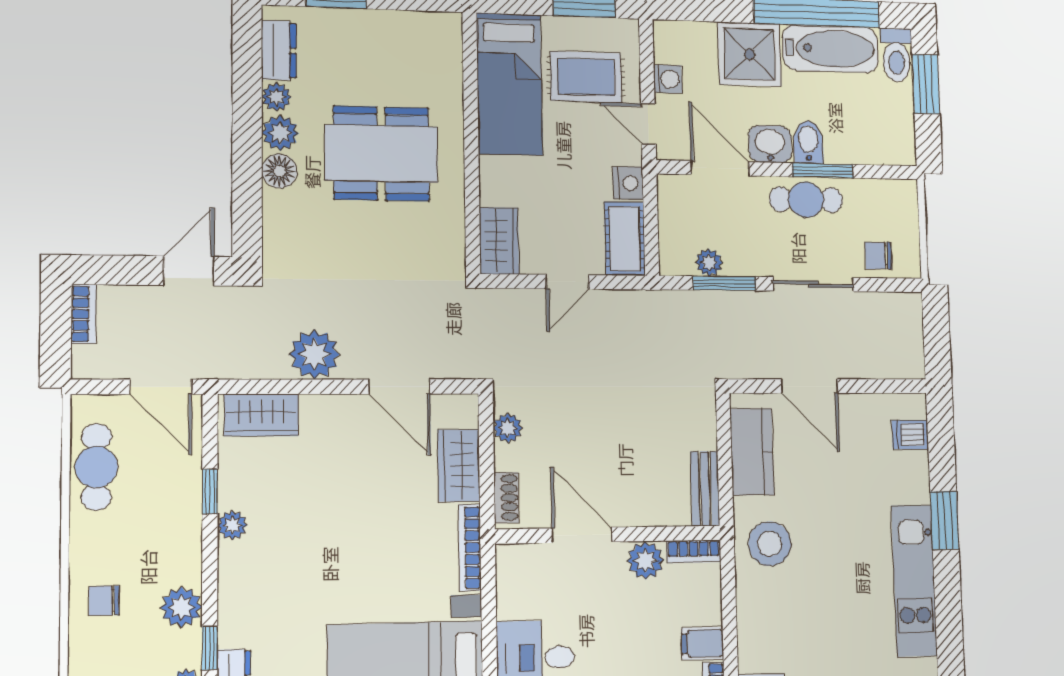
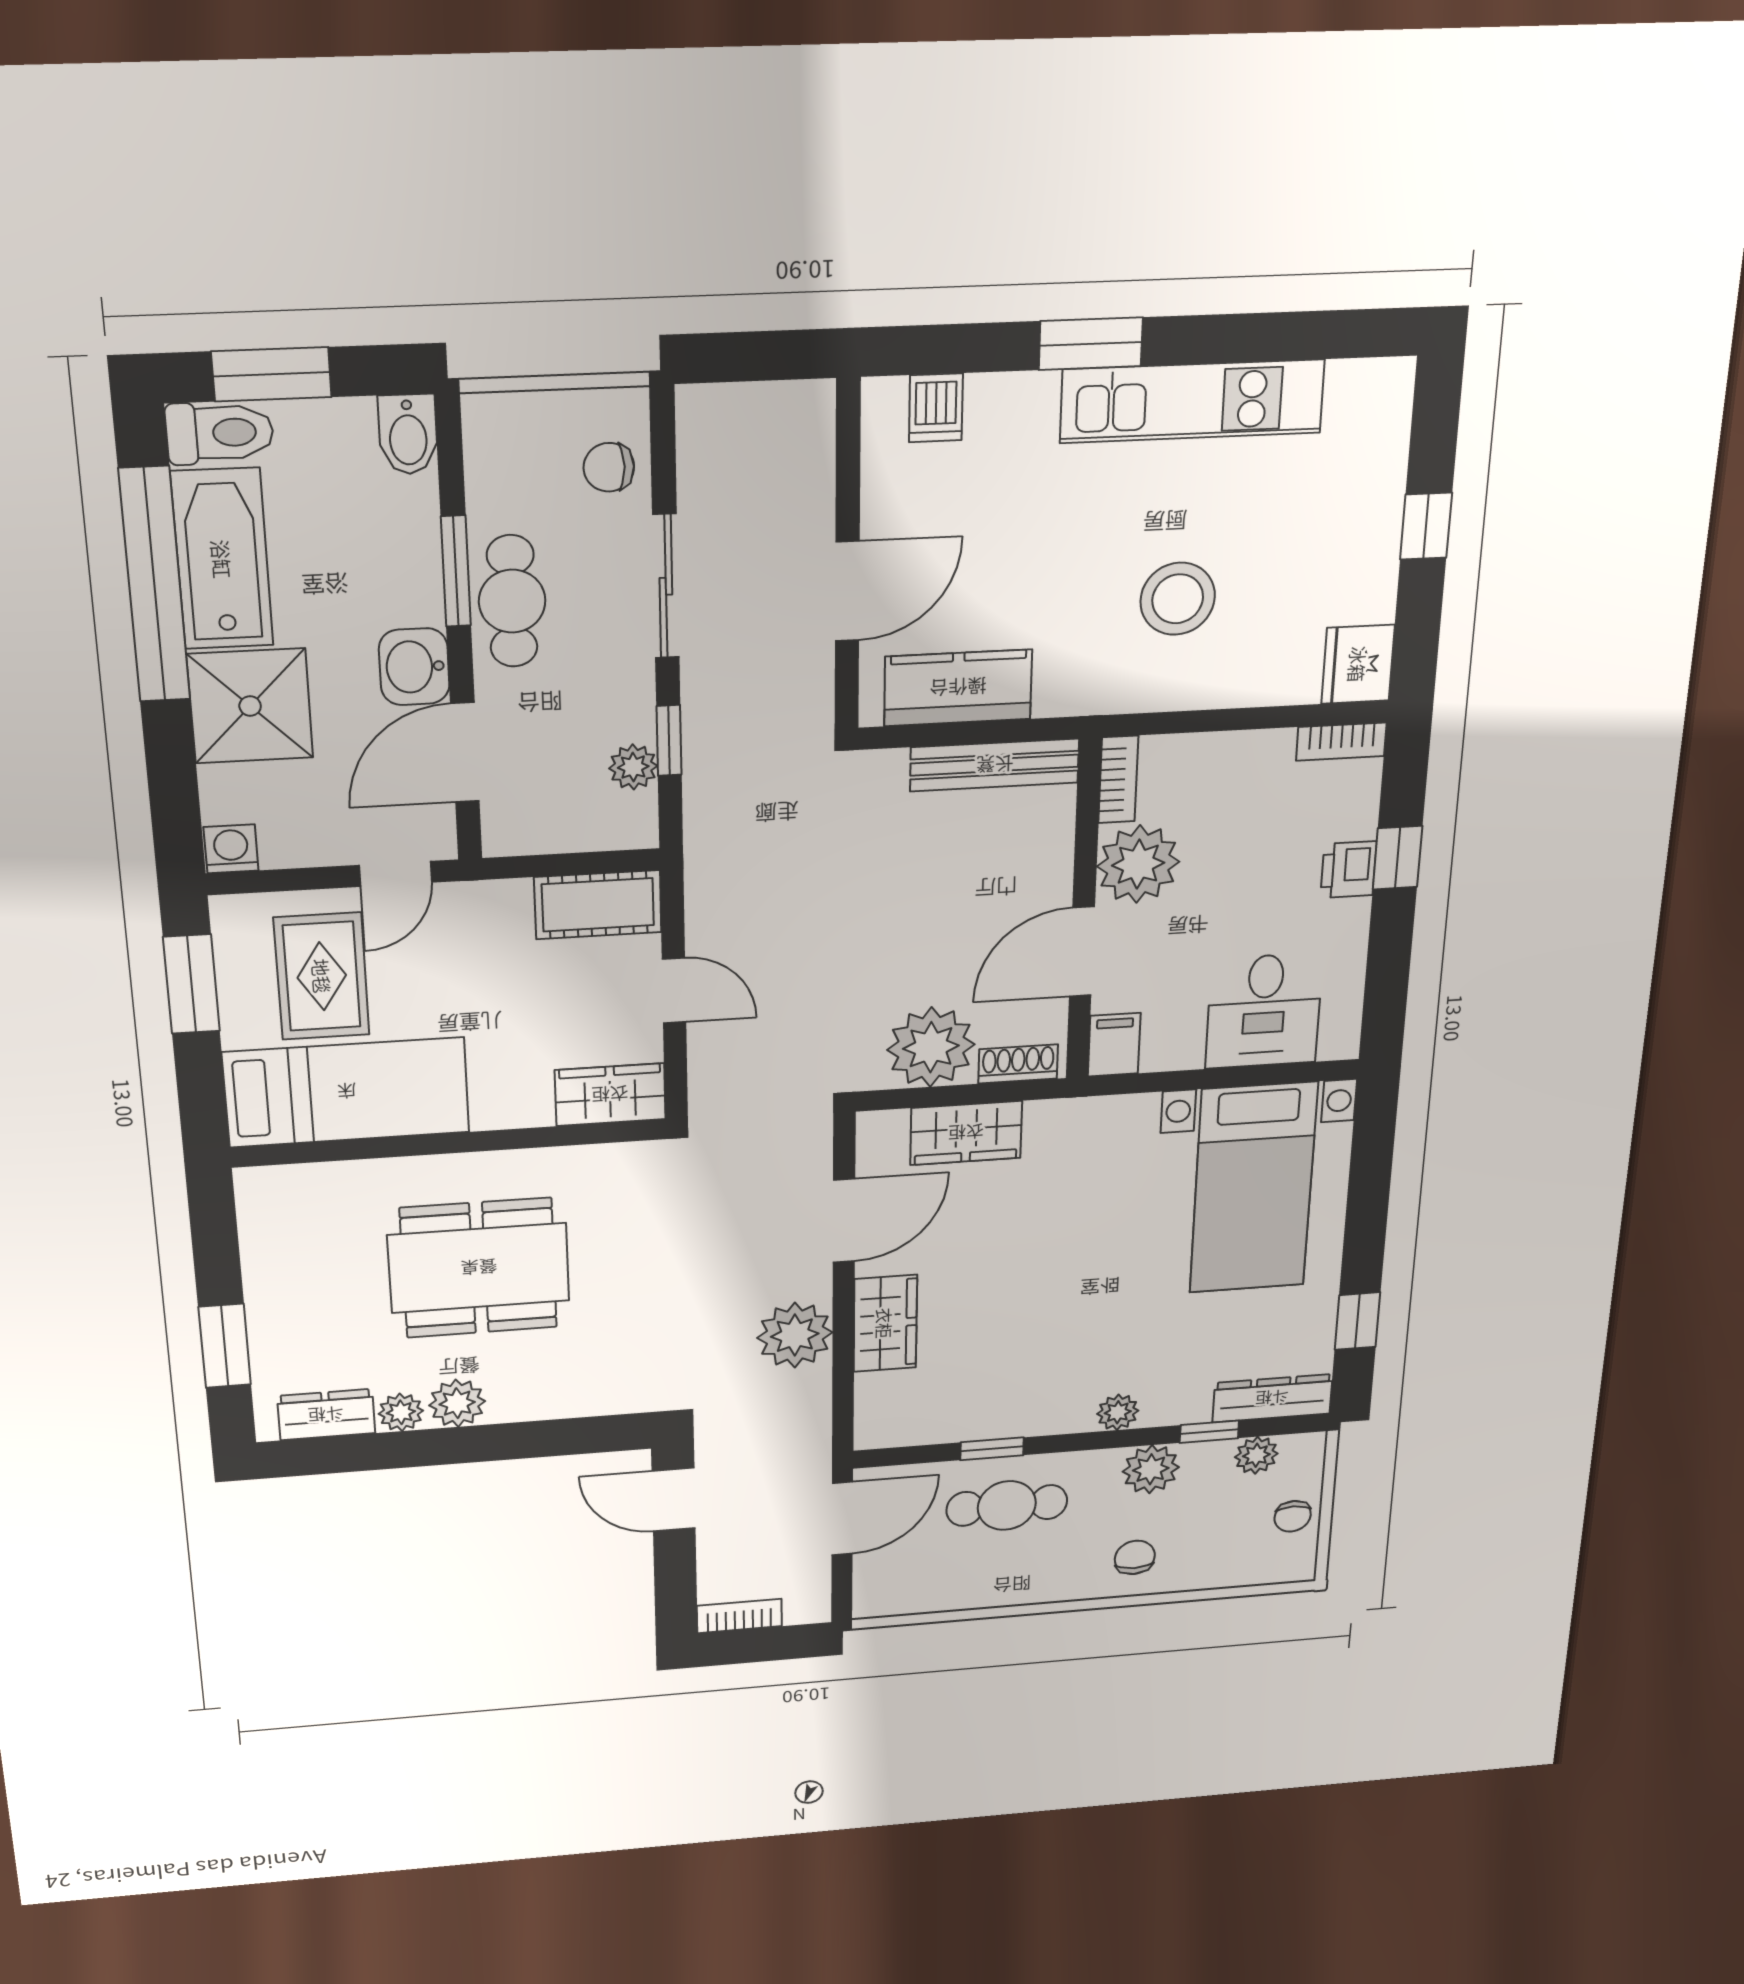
washing machine: (668, 79) -> (231, 849), moved
bidet: (808, 142) -> (408, 434), moved, turned -90
dining table: (381, 154) -> (479, 1268), turned 90
floor lamp: (279, 171) -> (516, 1400), removed
nightstand: (628, 183) -> (502, 903), removed
chair: (878, 256) -> (609, 467), turned 90
window: (724, 283) -> (669, 740), width x0.67
wardrobe: (261, 415) -> (885, 1323), moved
plant: (508, 428) -> (931, 1047), width x1.87, depth x1.87
cafe table: (96, 467) -> (1007, 1505), moved
bench: (705, 489) -> (995, 765), width x1.36
plant: (232, 525) -> (1118, 1412), moved
stool: (770, 544) -> (1178, 599), moved
bookcase: (470, 548) -> (1091, 1111), removed
plant: (645, 560) -> (1138, 864), width x1.36, depth x1.36
chair: (104, 601) -> (1135, 1557), turned 180
filing cabinet: (702, 643) -> (1114, 1045), moved, turned 180

